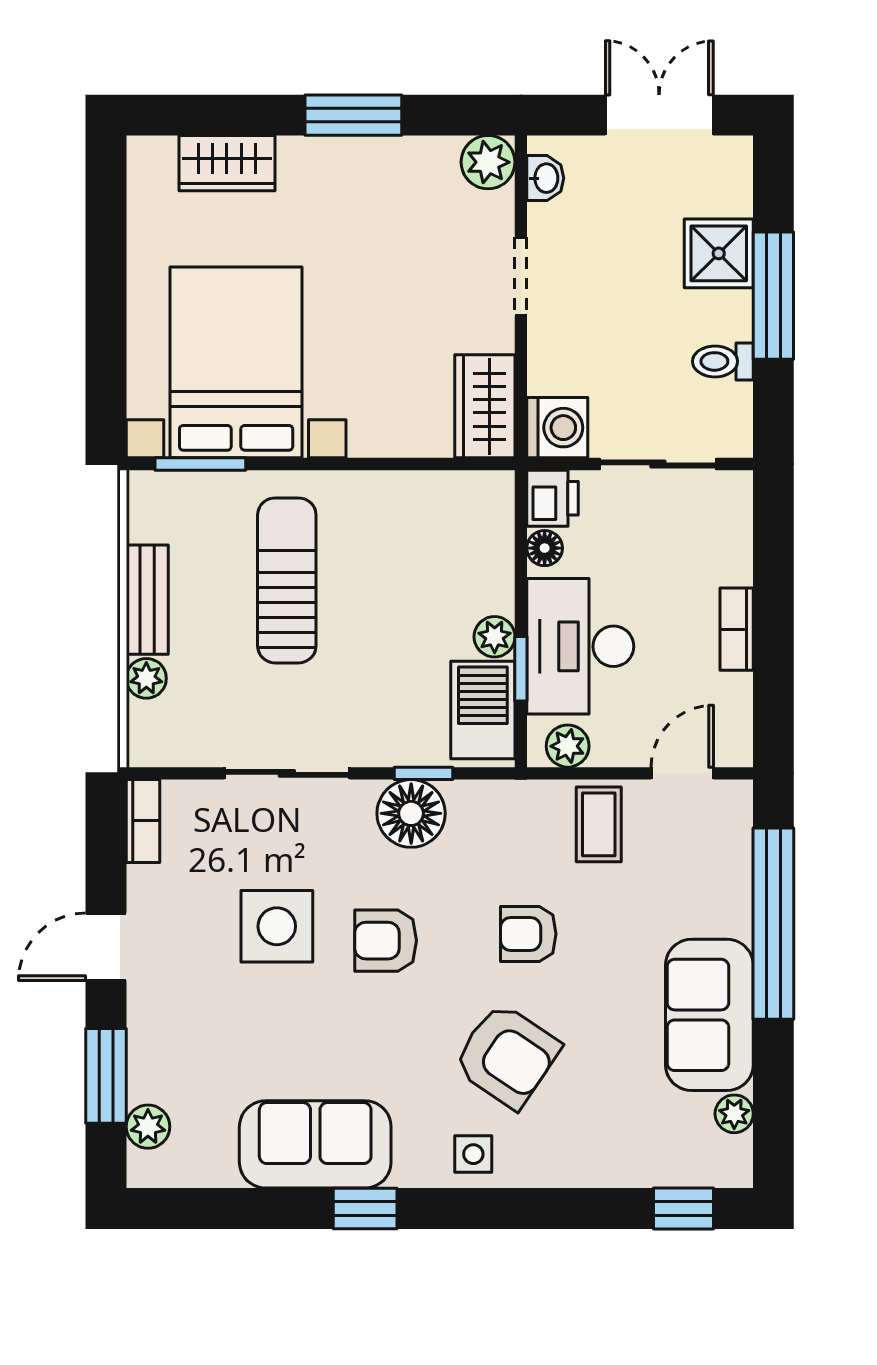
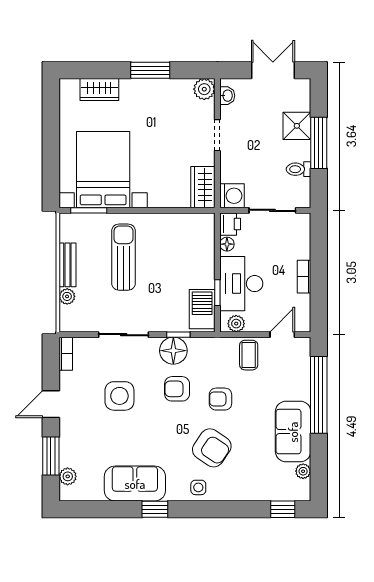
plant: (495, 637) -> (207, 280), removed
armchair: (386, 941) -> (177, 389), moved

